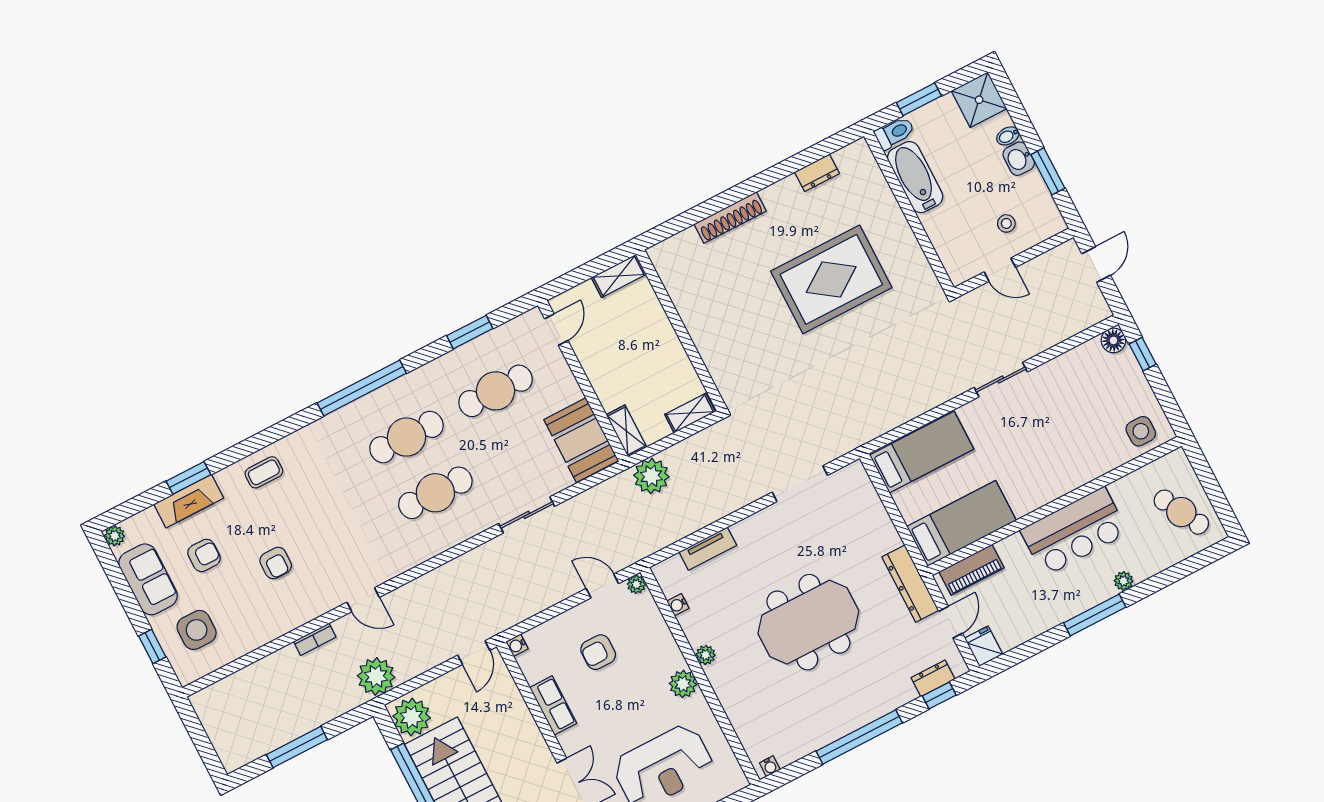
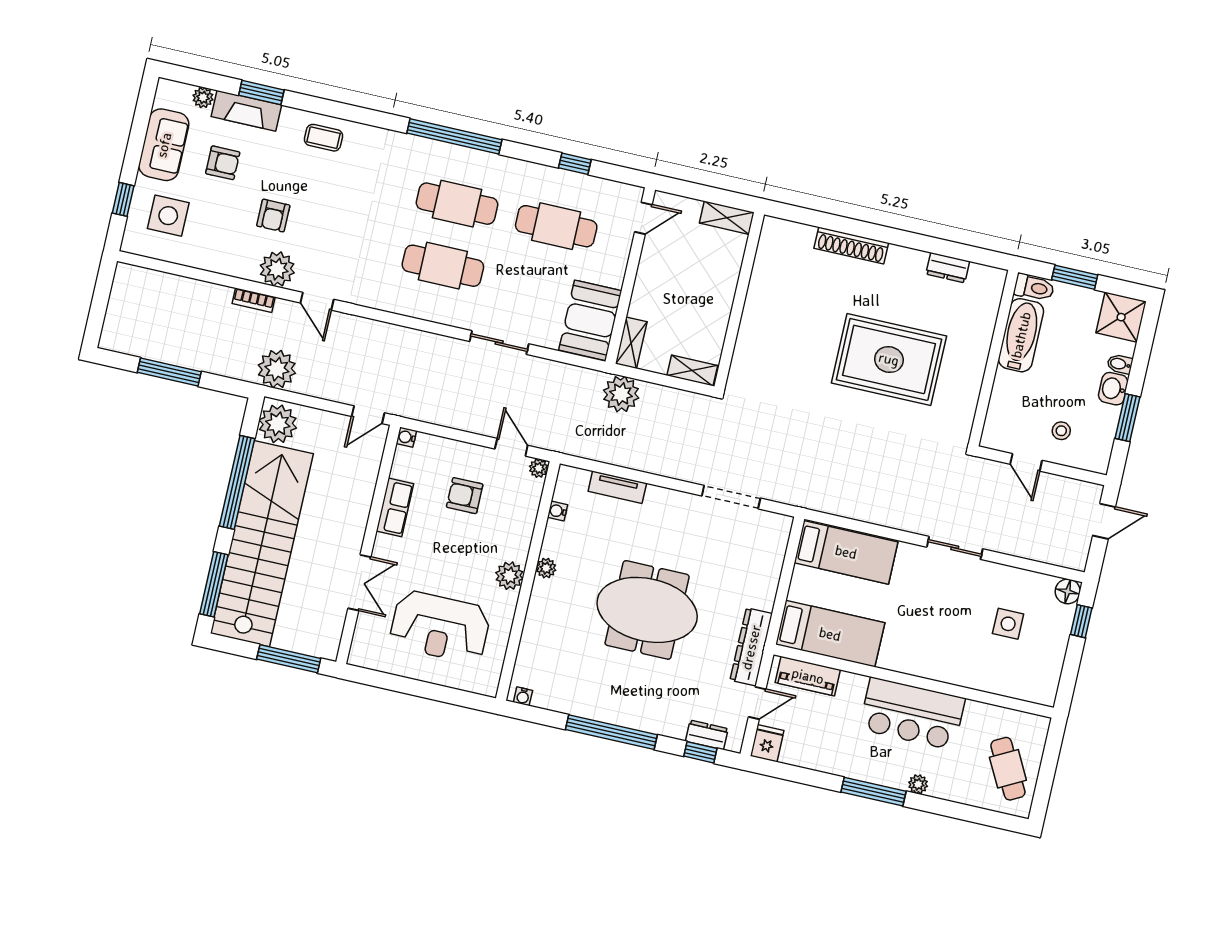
window: (470, 332) -> (575, 164), width x0.67
side table: (1141, 431) -> (1008, 624), moved
plant: (115, 536) -> (203, 97), moved
plant: (313, 601) -> (277, 269), added

